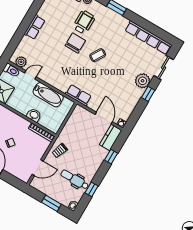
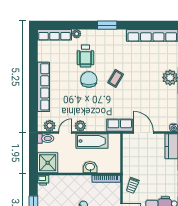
wheelchair: (84, 22) -> (85, 56), turned 180
row of seats: (35, 27) -> (43, 87), width x2.02
plant: (46, 77) -> (80, 126), added
door: (104, 118) -> (143, 132), moved

